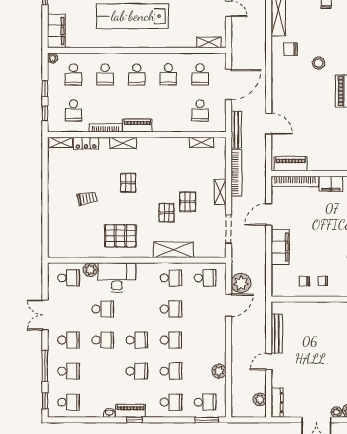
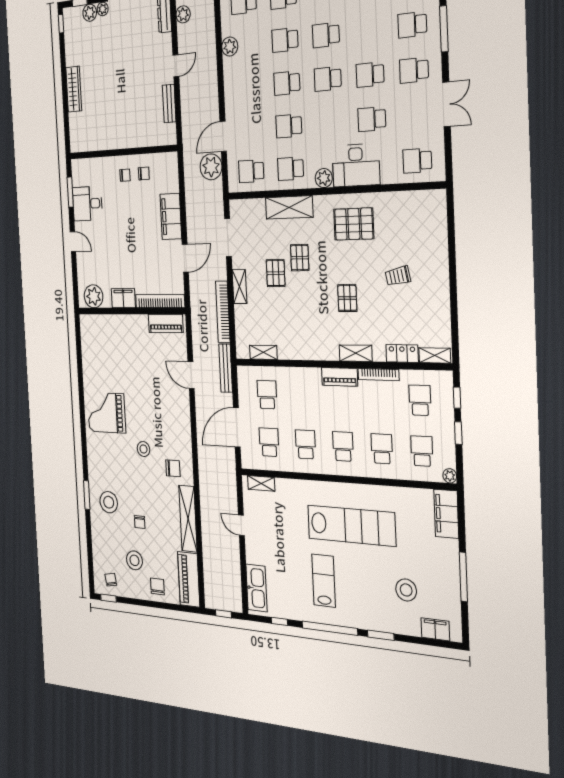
plant: (90, 270) -> (324, 178), moved
bench: (277, 334) -> (169, 103), width x0.73

